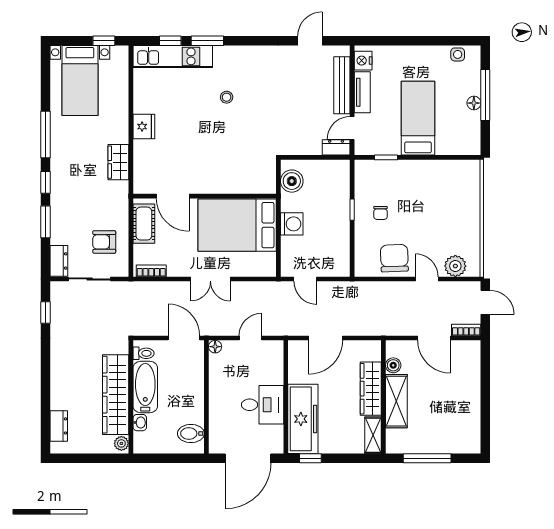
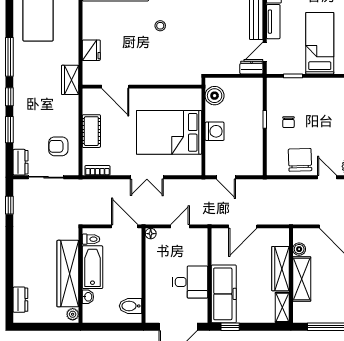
door: (173, 196) -> (115, 87), moved
wall: (205, 196) -> (142, 87), moved

